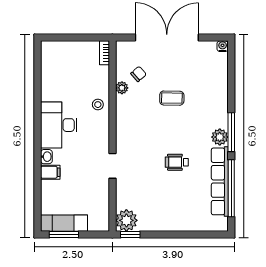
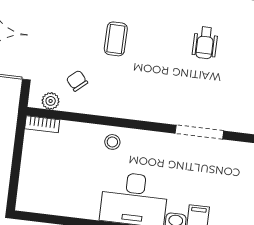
plant: (122, 88) -> (51, 101), moved
doorway: (112, 166) -> (199, 132), width x1.38

